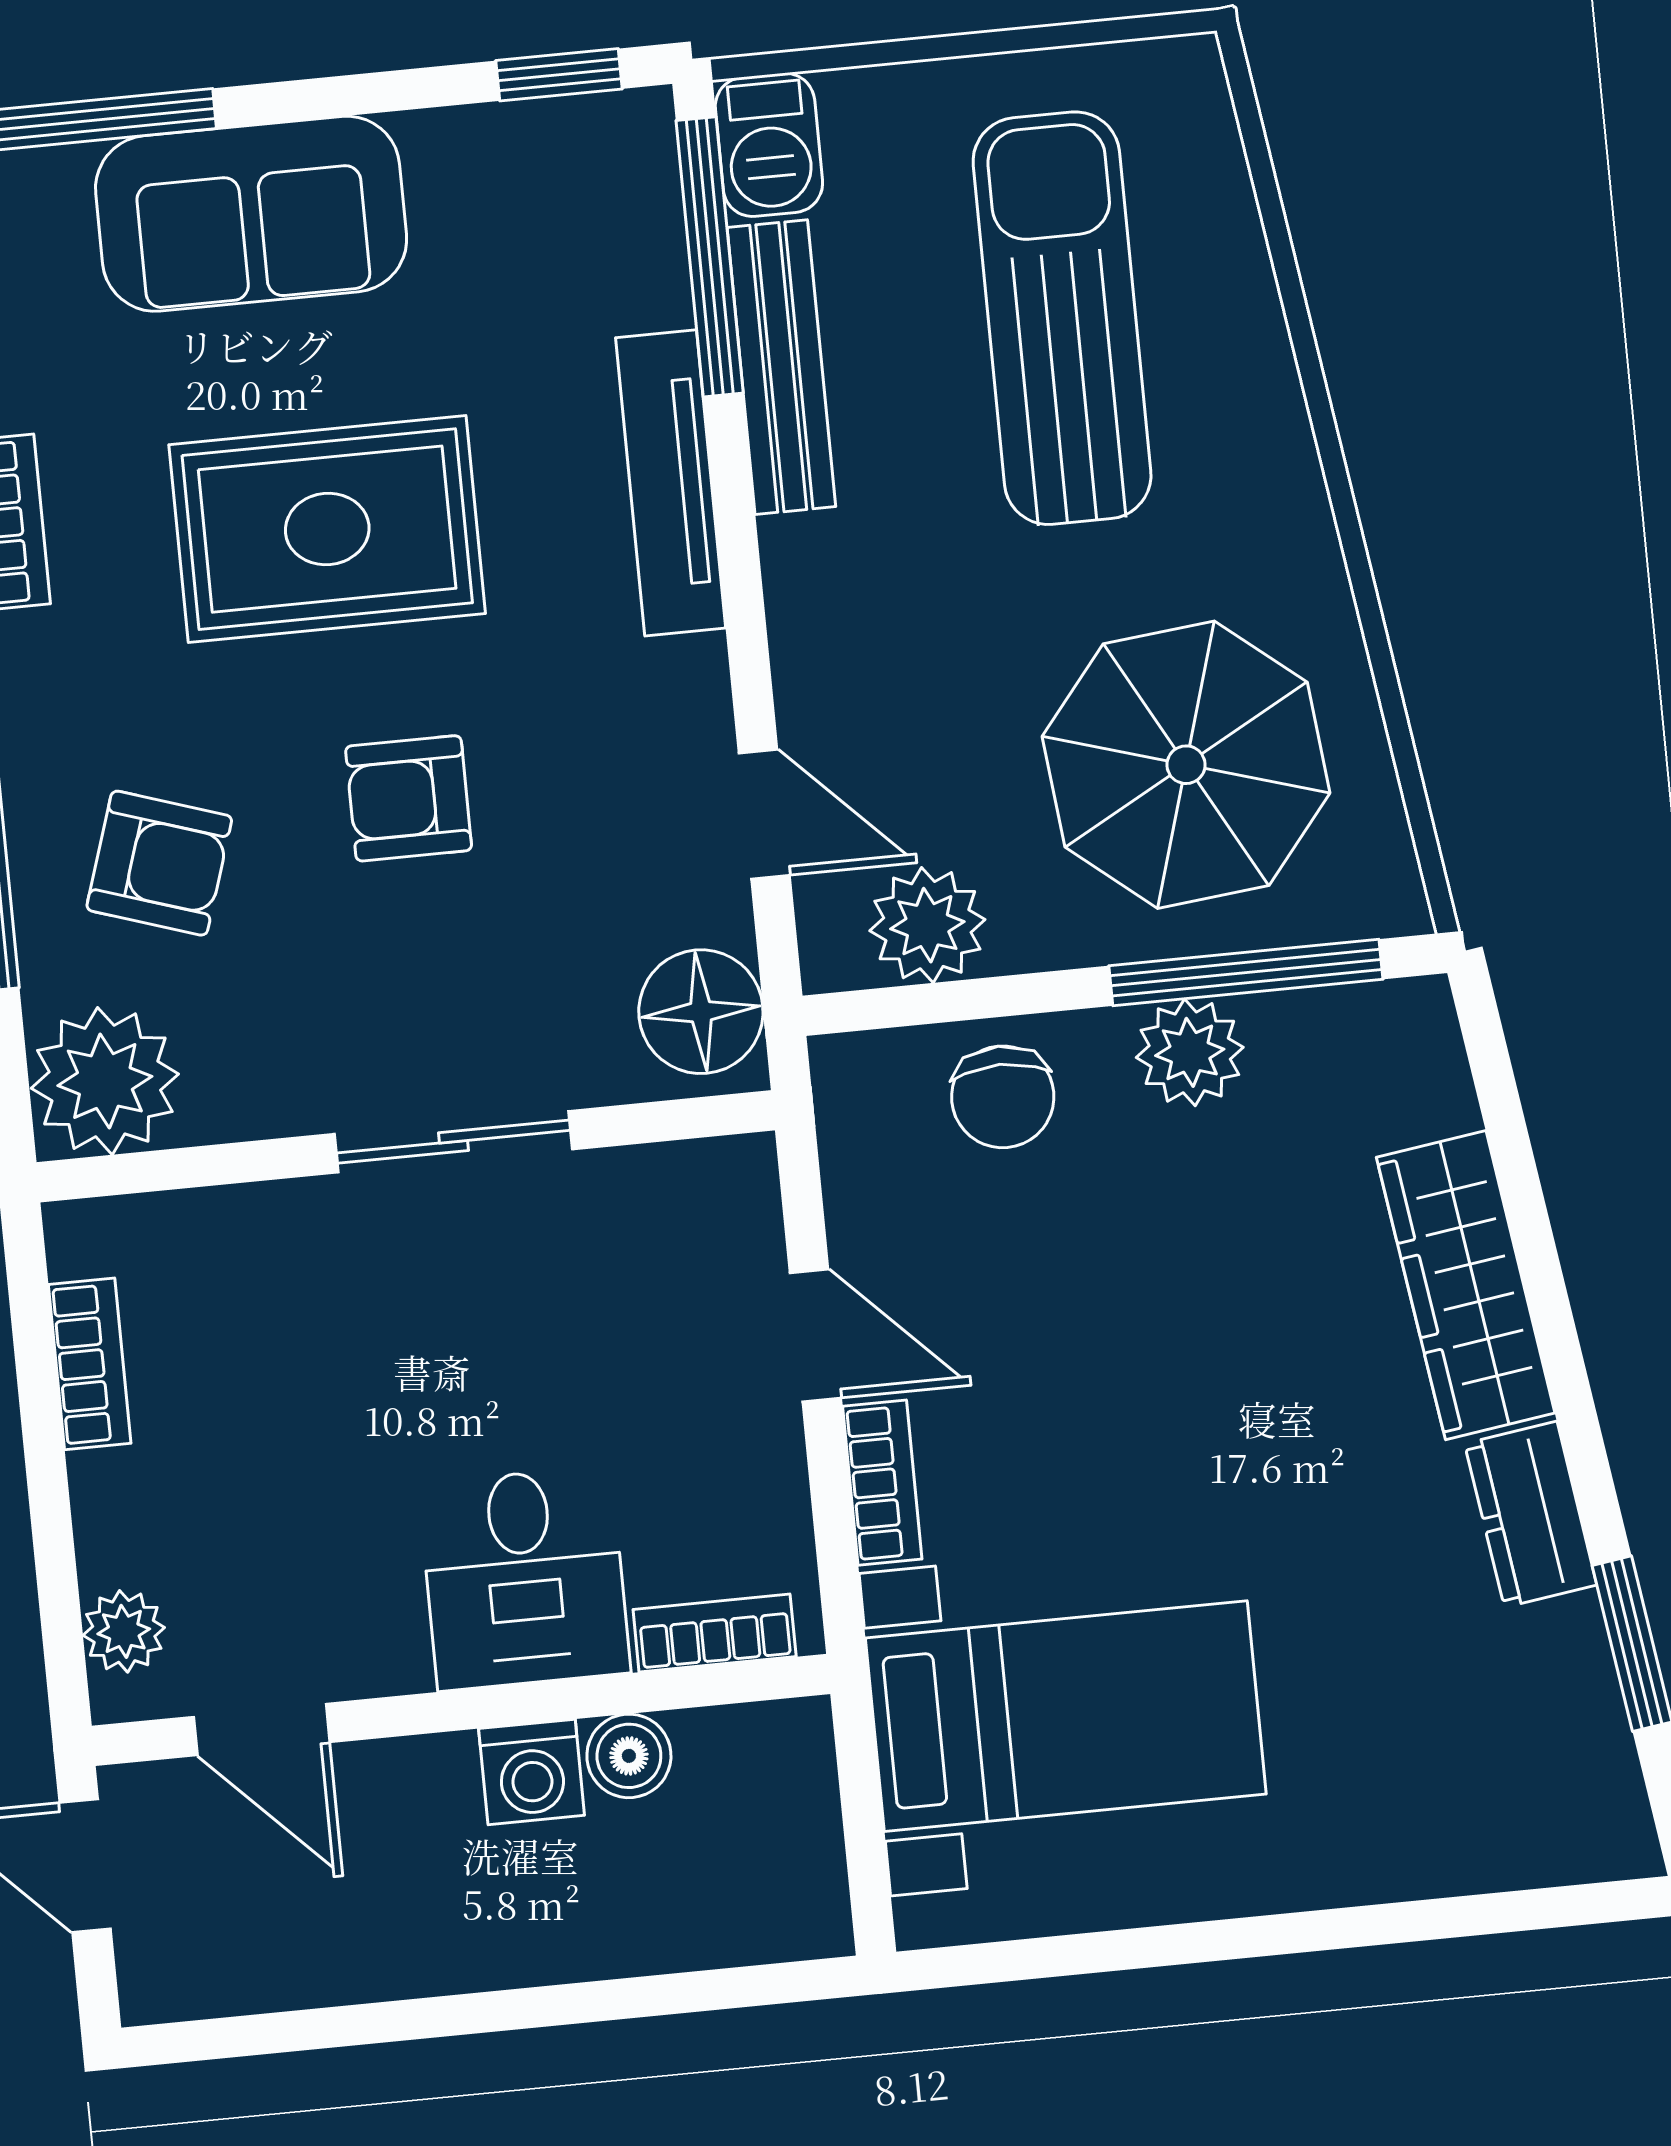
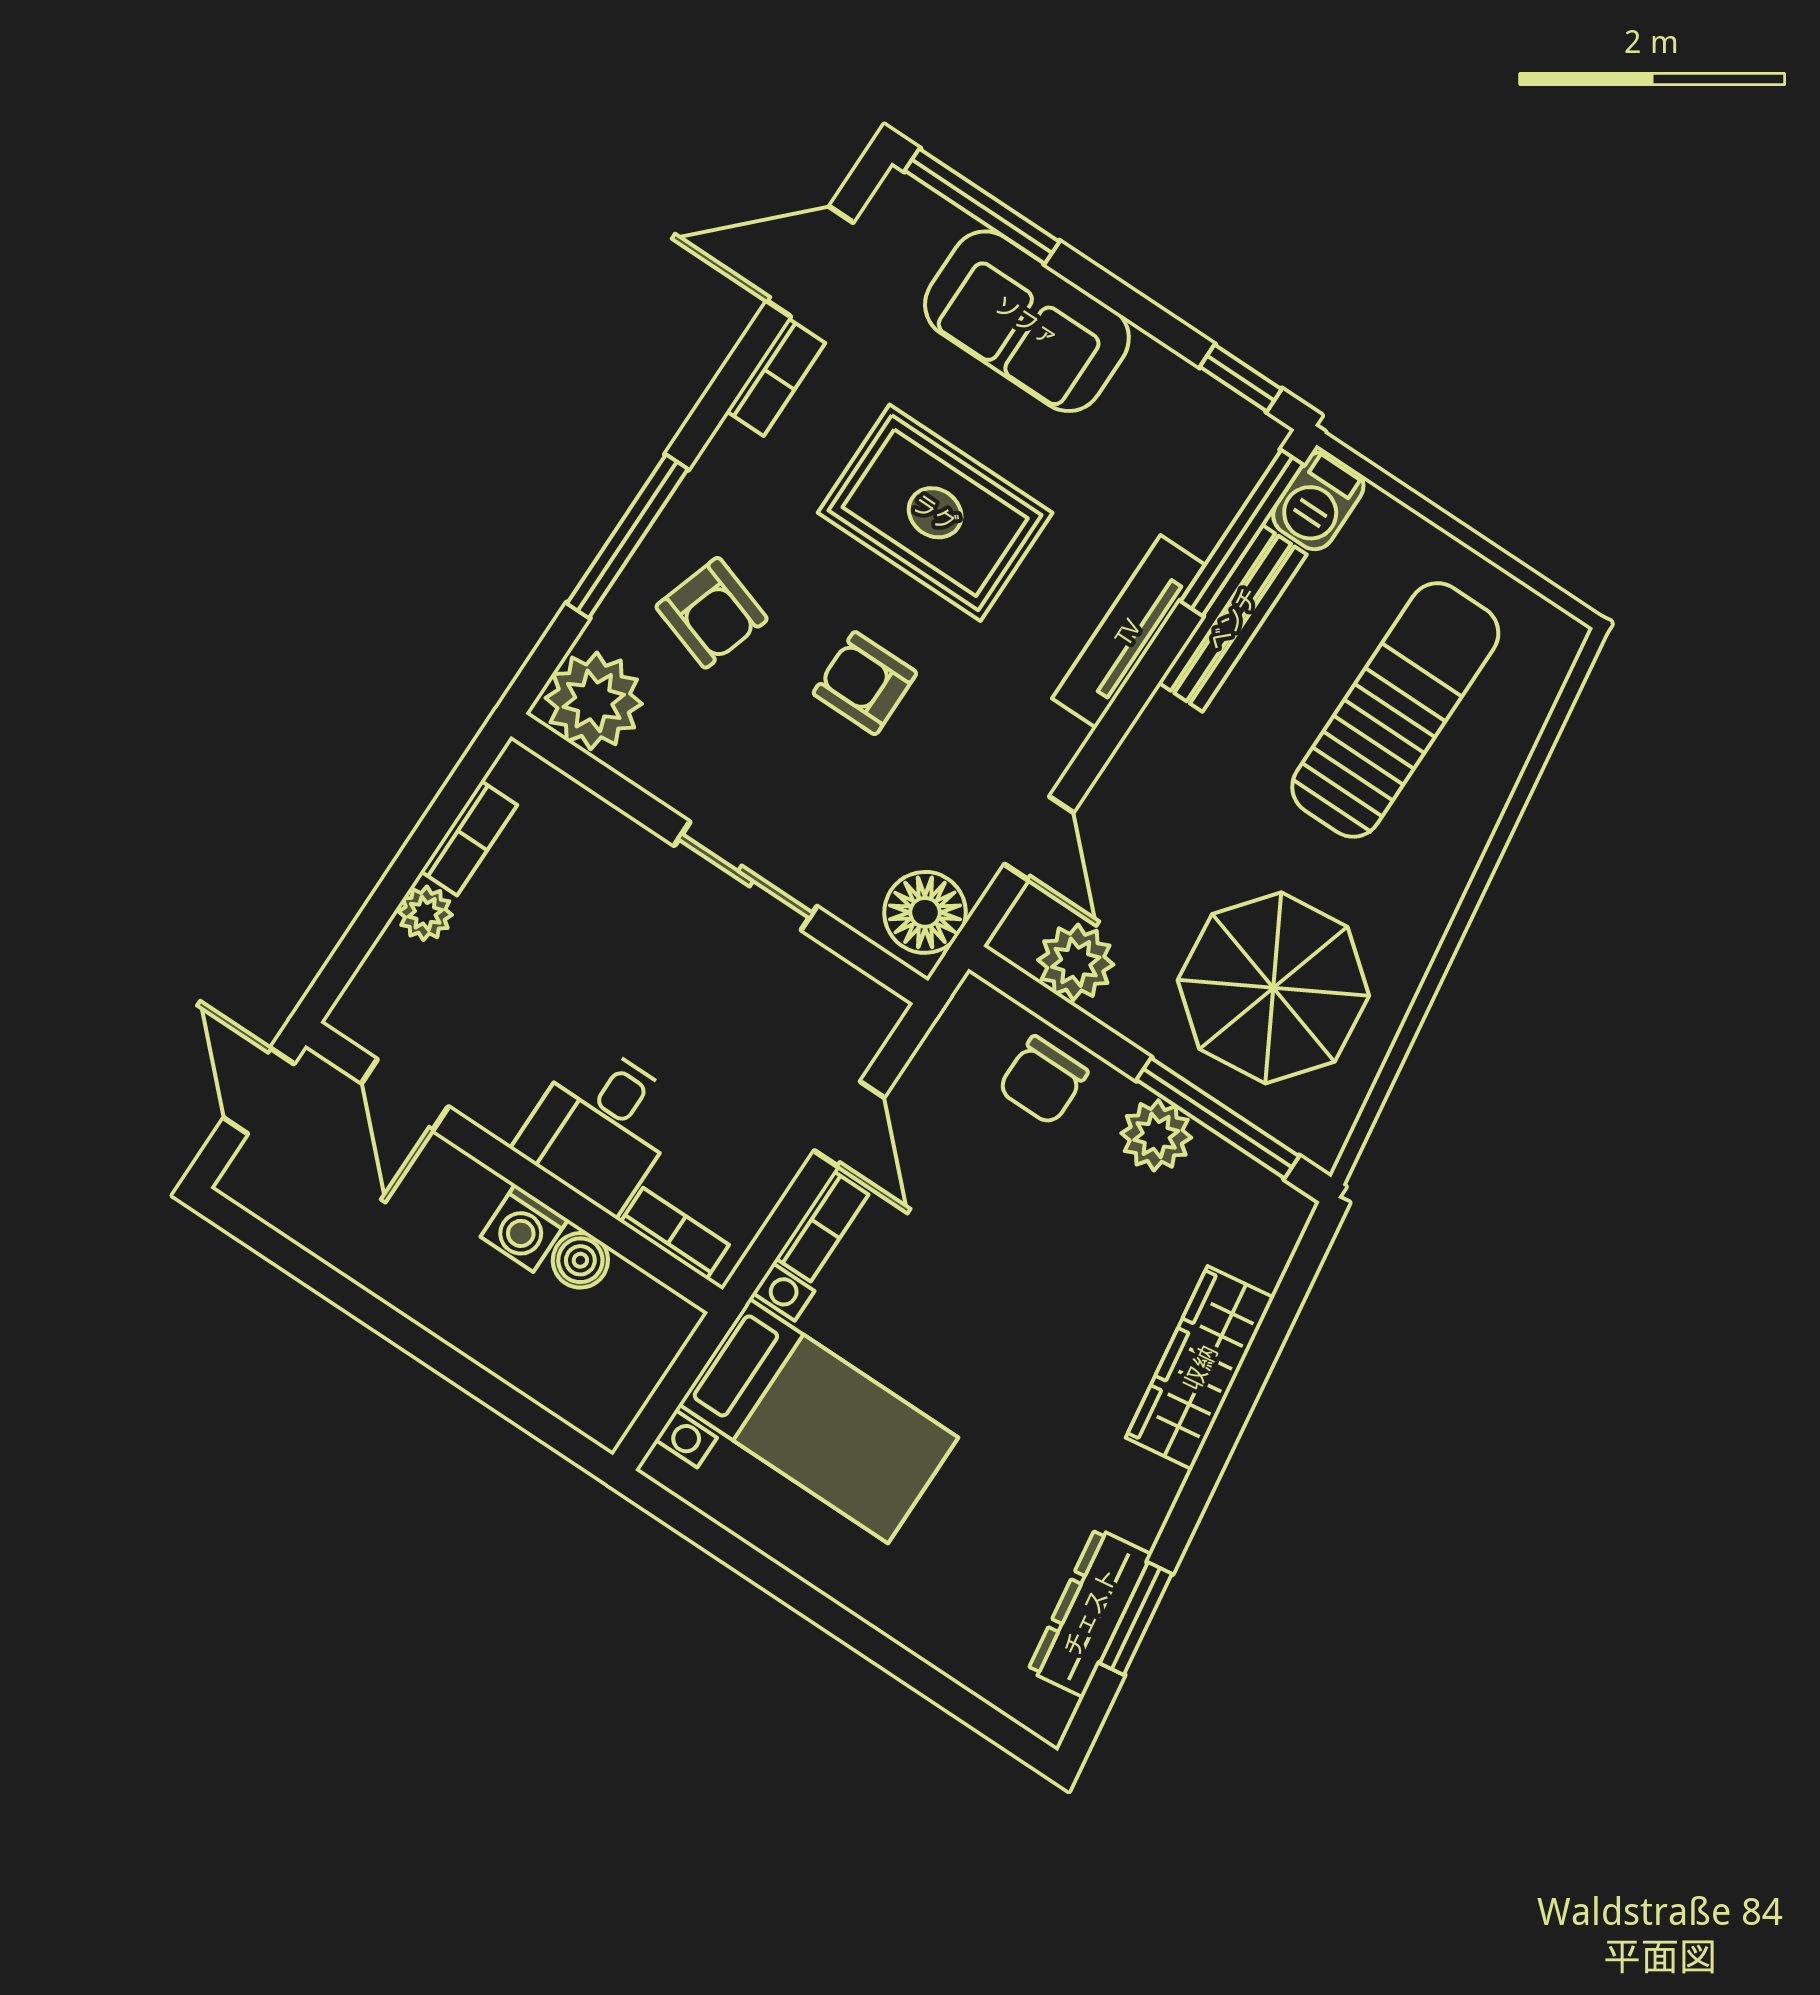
dresser: (1531, 1514) -> (1090, 1612), moved, width x1.44
plant: (124, 1631) -> (425, 913), moved

